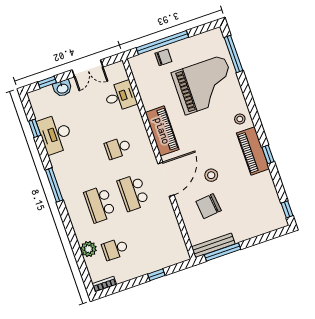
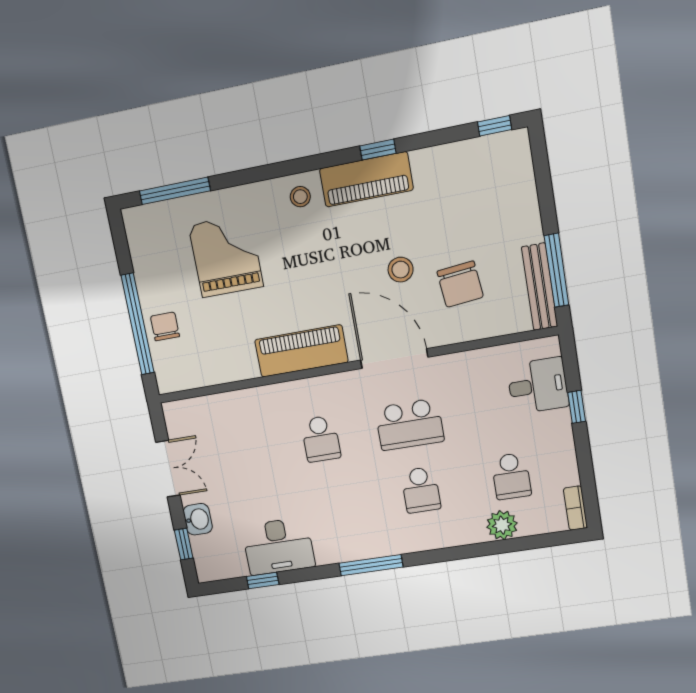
grand piano: (205, 85) -> (226, 256), width x0.73, depth x0.68
desk: (120, 96) -> (538, 386), moved, turned 90
school desk: (100, 204) -> (421, 490), width x0.54

